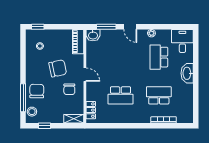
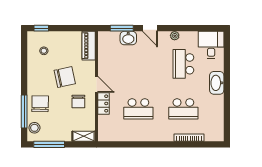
washbasin: (93, 35) -> (128, 38), moved
school desk: (159, 95) -> (183, 109), turned 180
locker: (91, 110) -> (103, 103), moved
window: (44, 126) -> (49, 144), width x2.17

